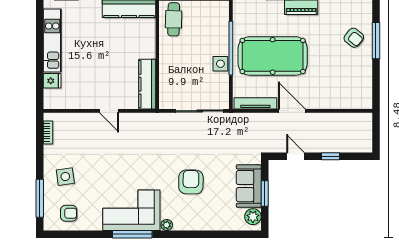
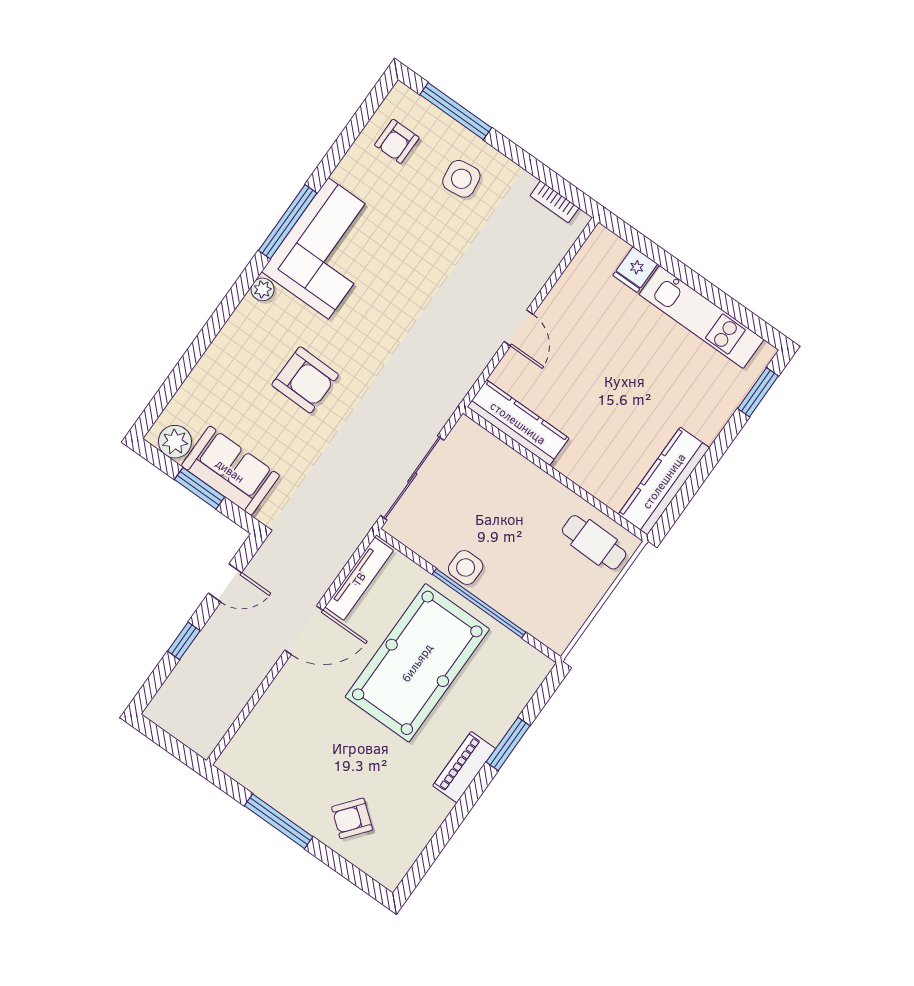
window: (376, 41) -> (279, 821), moved
door: (109, 111) -> (519, 328), swing flipped

